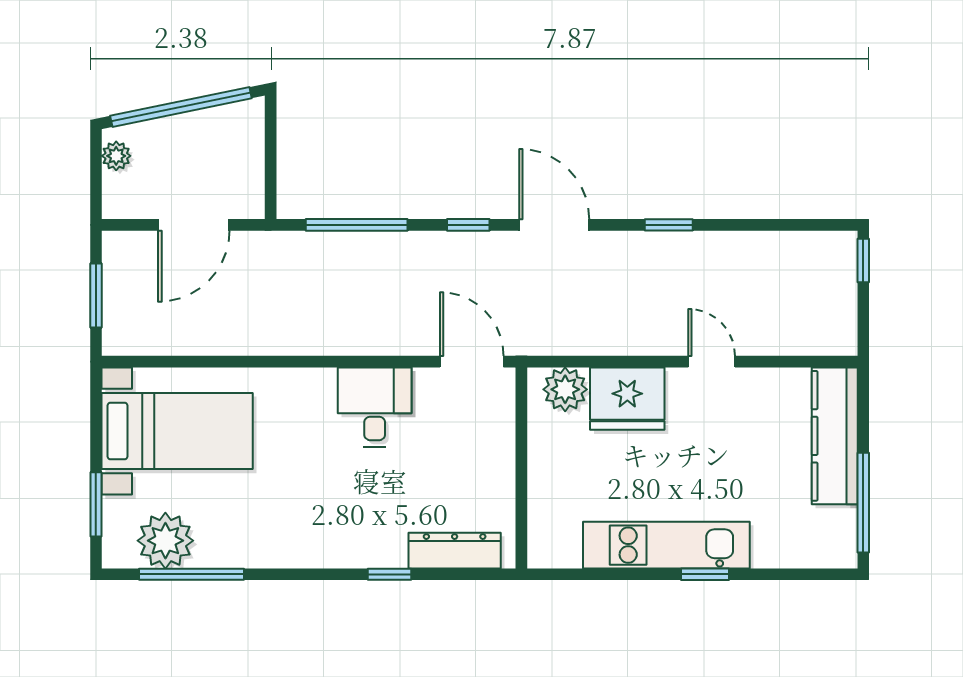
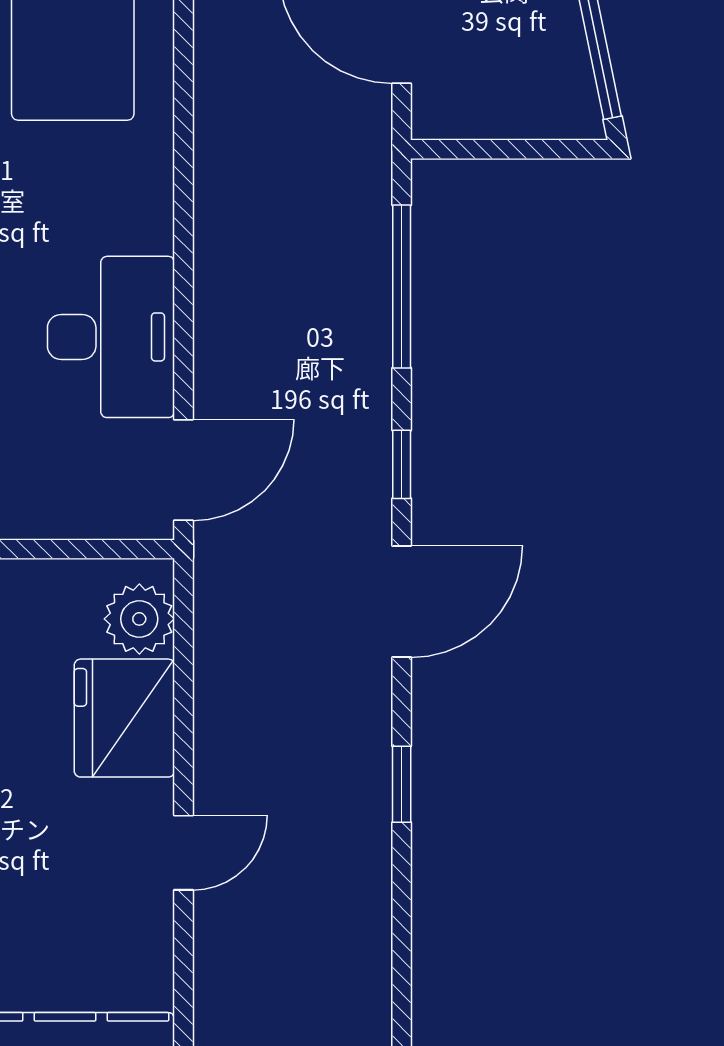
desk: (375, 407) -> (111, 337), width x1.37

